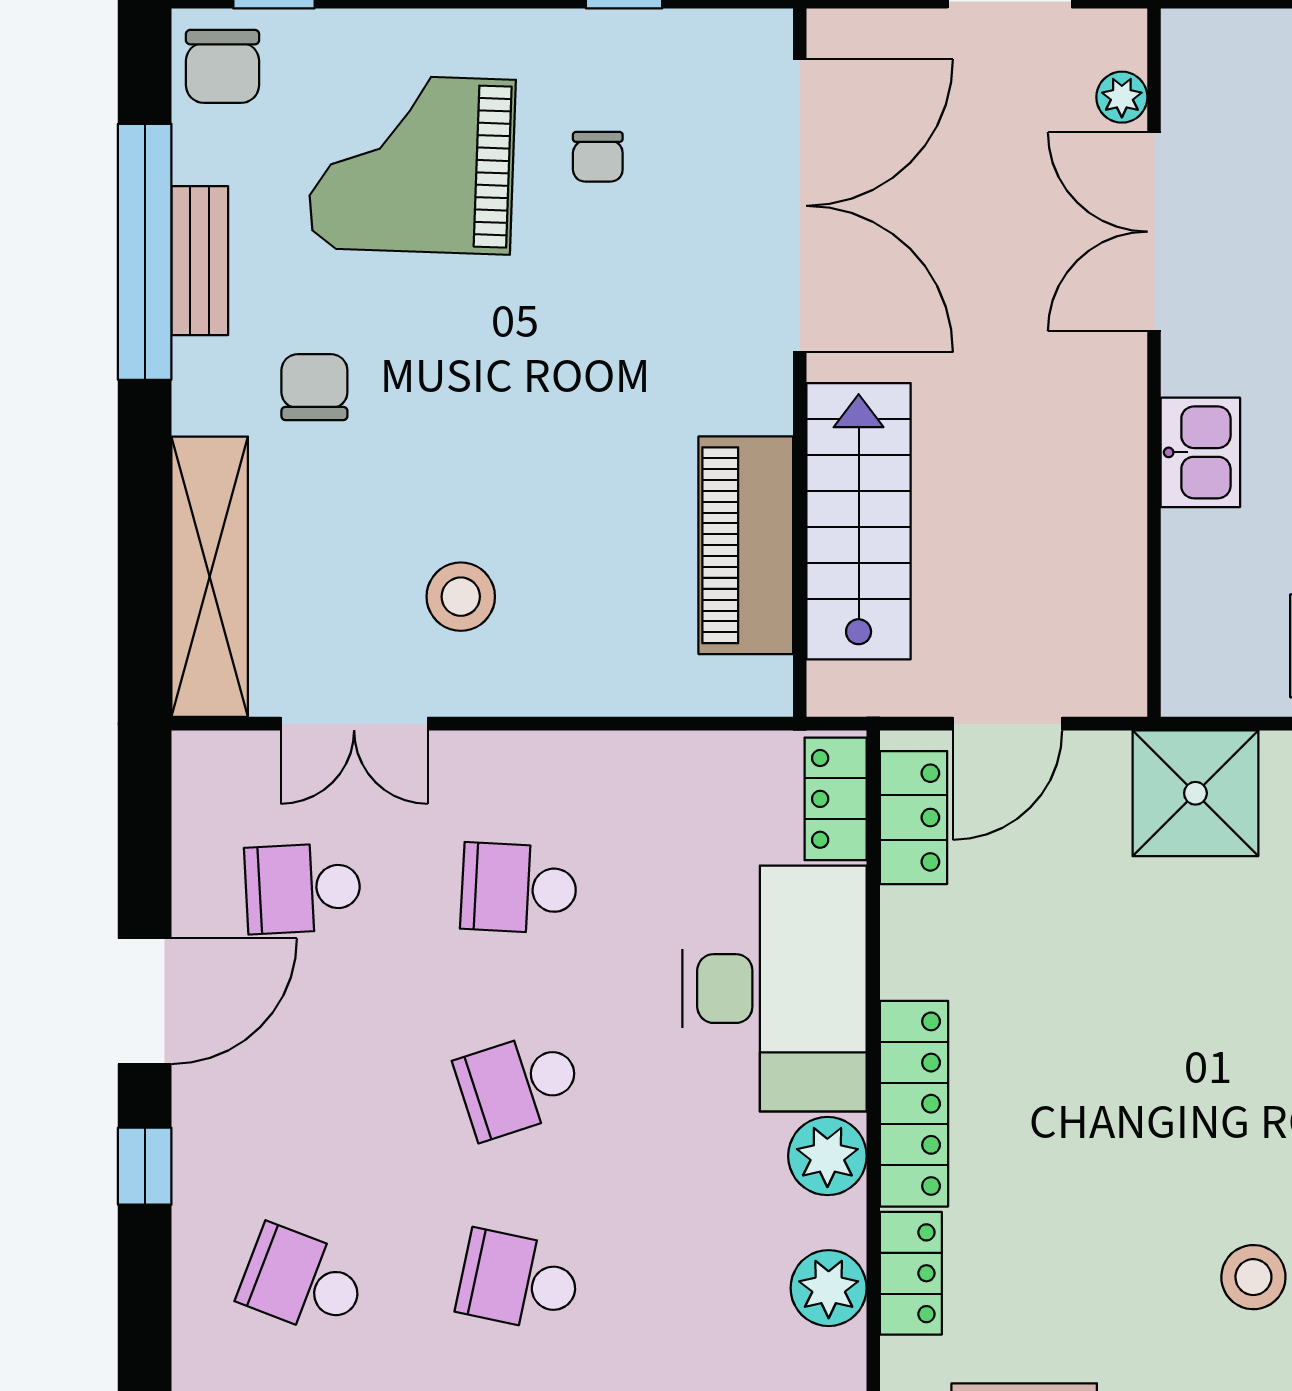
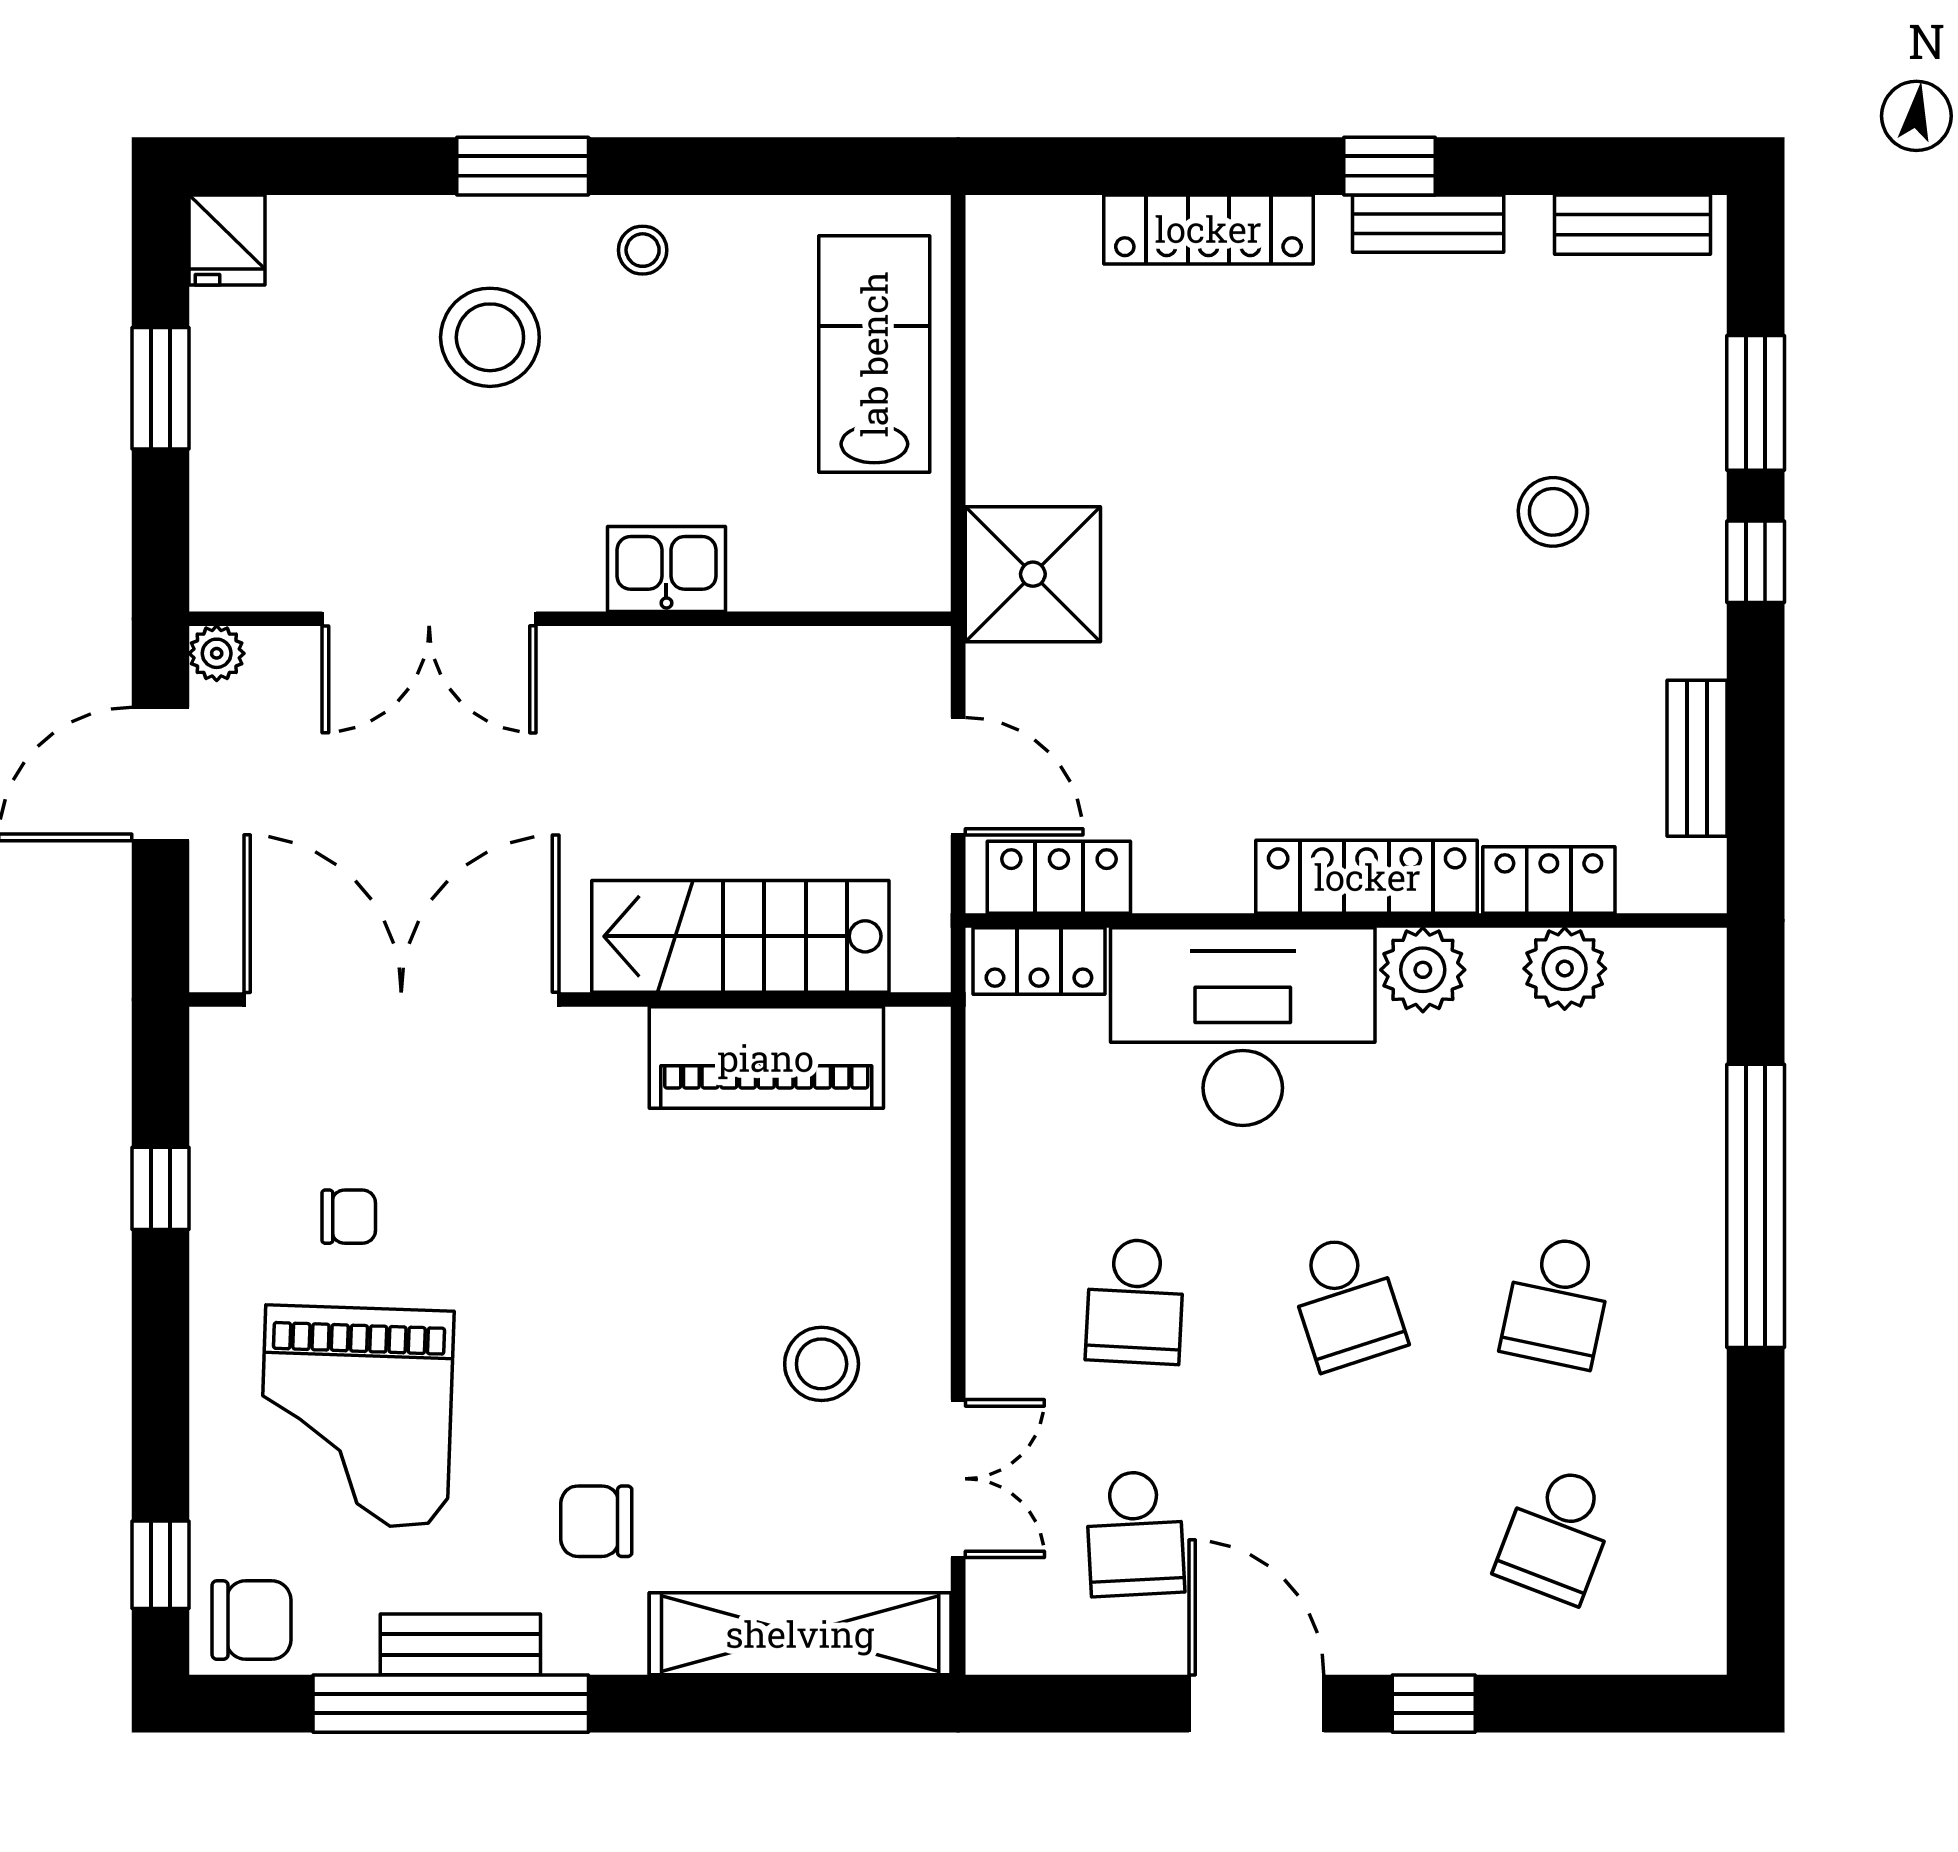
plant: (1122, 97) -> (217, 653), moved

